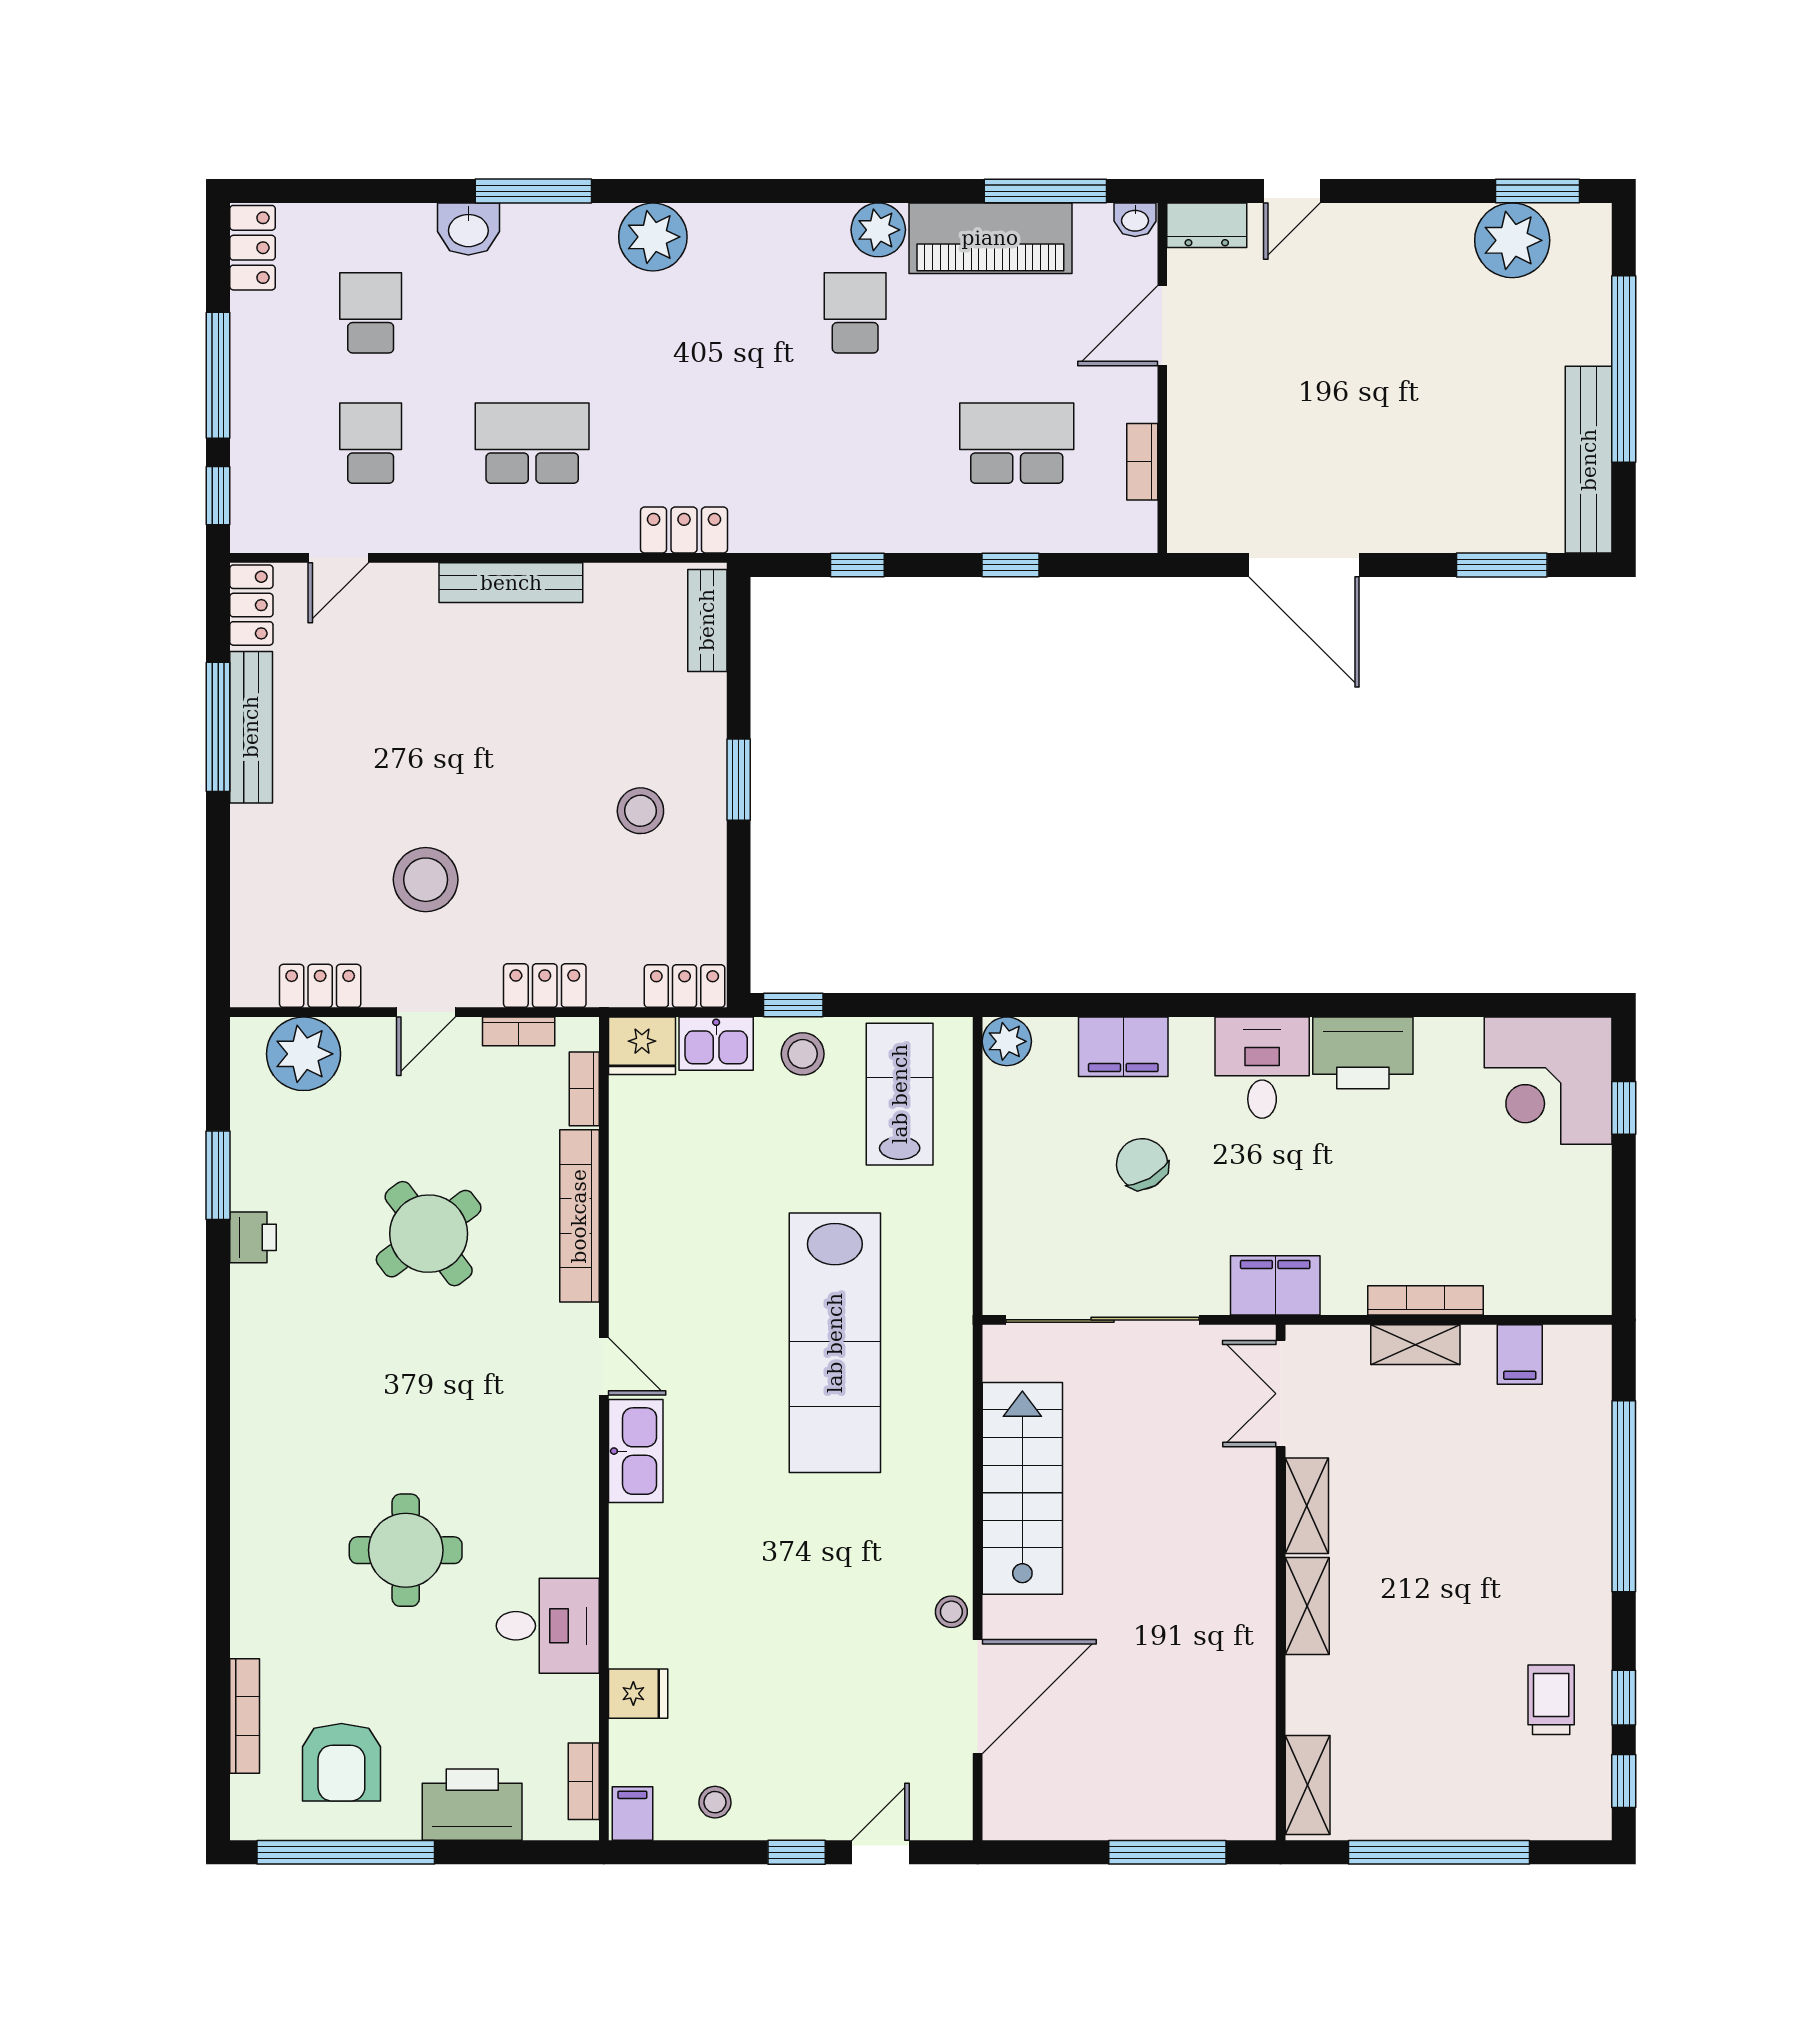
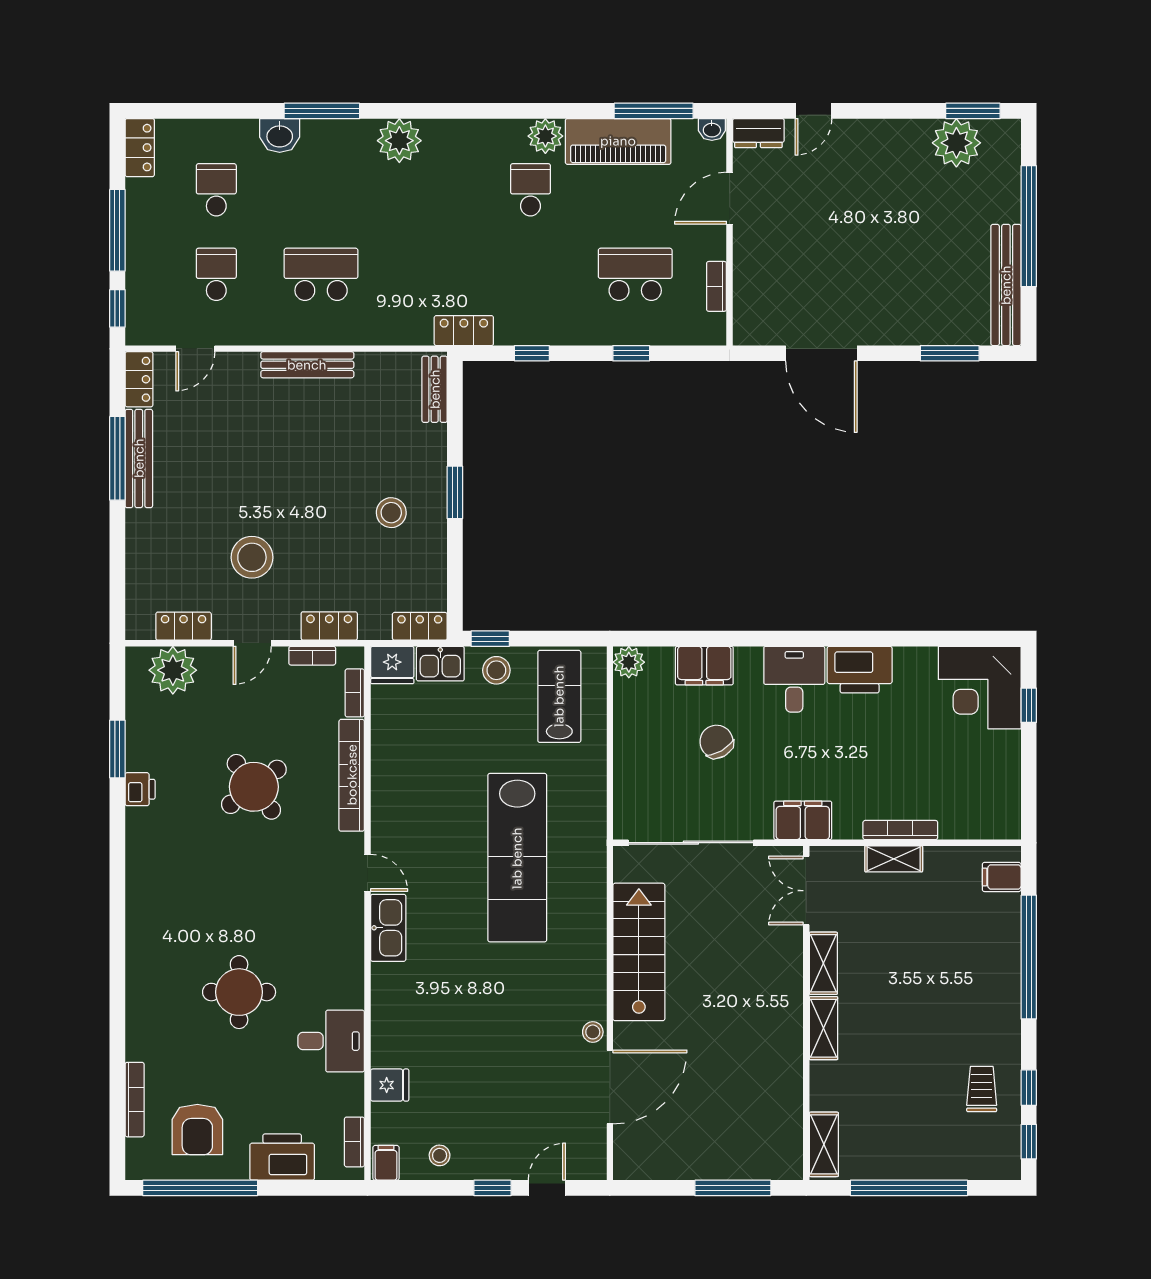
locker: (684, 530) -> (464, 331), moved
filing cabinet: (1520, 1354) -> (1002, 877), moved, turned 90

